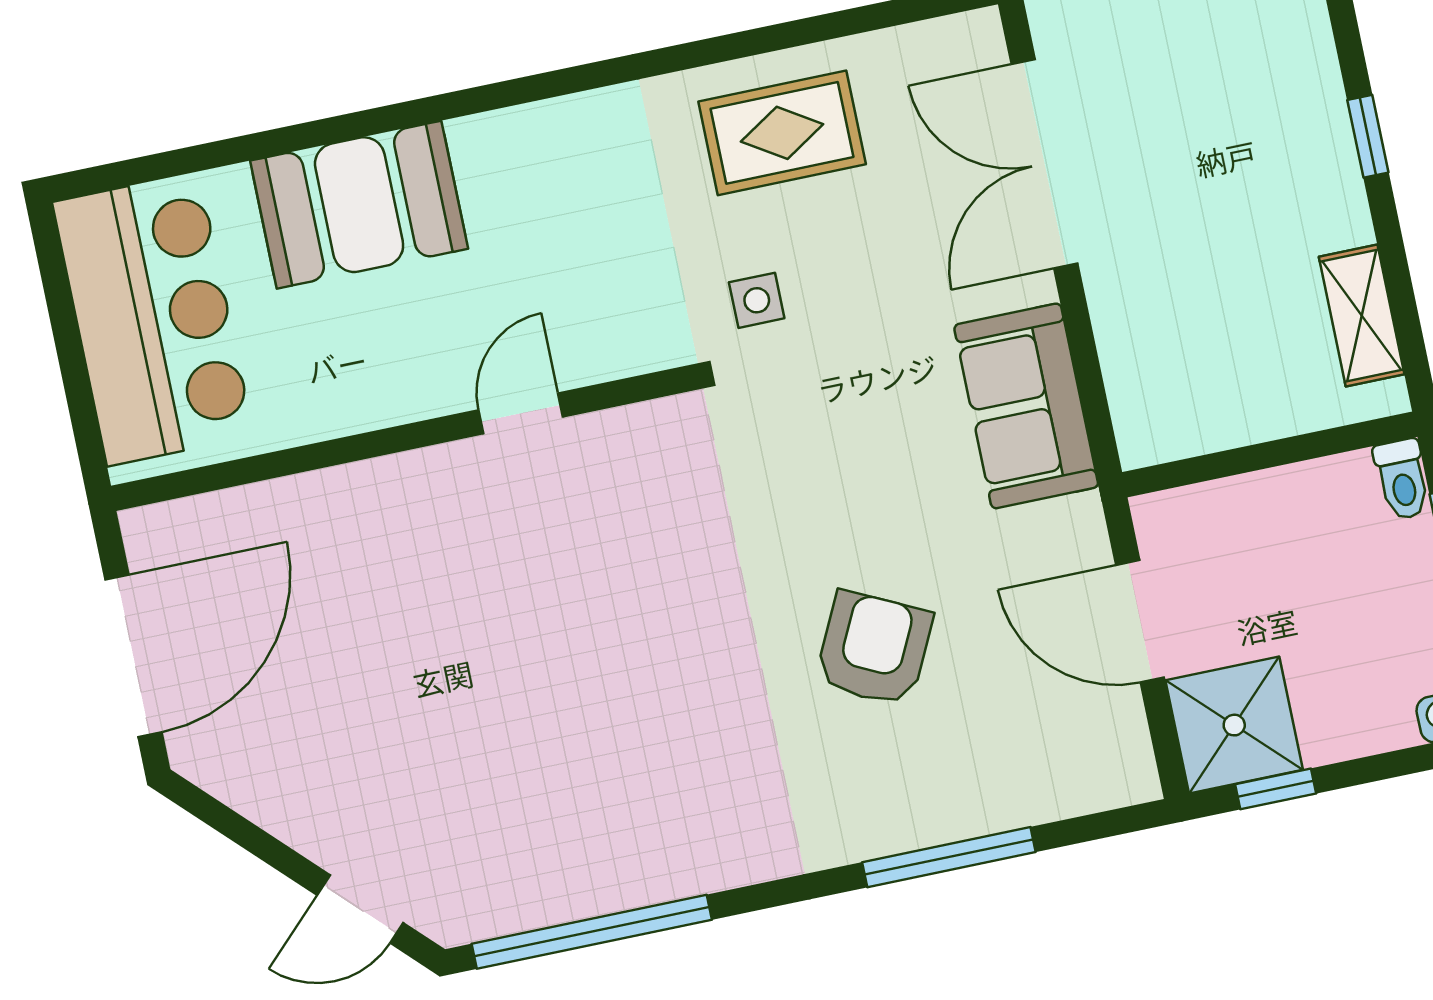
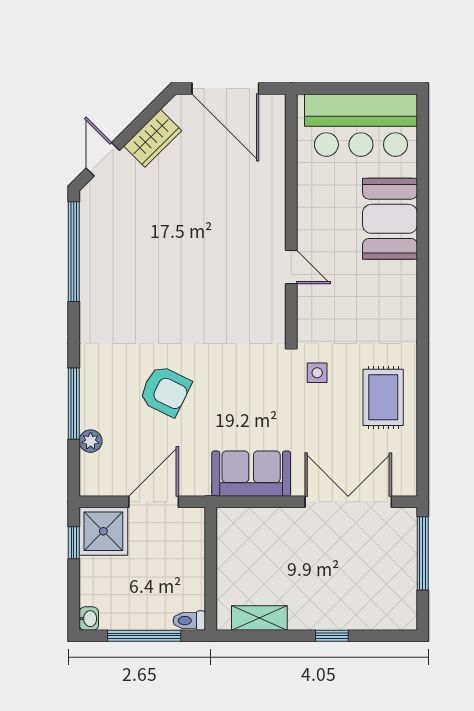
plant: (1029, 799) -> (91, 441), added
wardrobe: (286, 802) -> (153, 138), added

